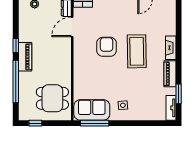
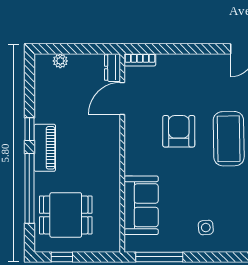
dining table: (52, 98) -> (66, 215), moved
sofa: (92, 110) -> (141, 205), moved, turned 90

